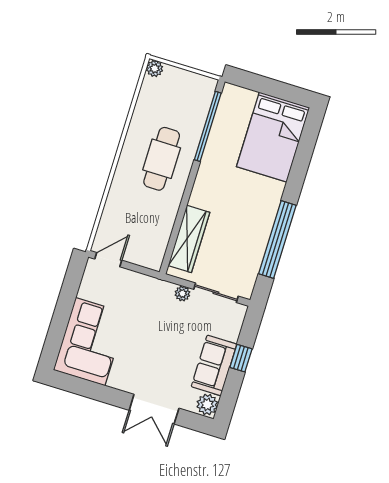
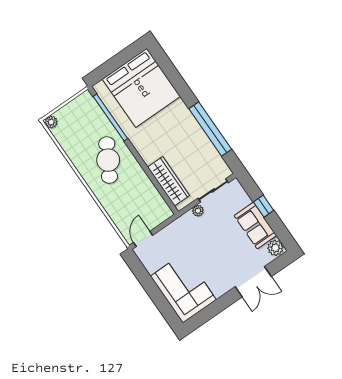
bed: (273, 137) -> (141, 88), width x1.36
cafe table: (162, 159) -> (108, 160), turned 30

